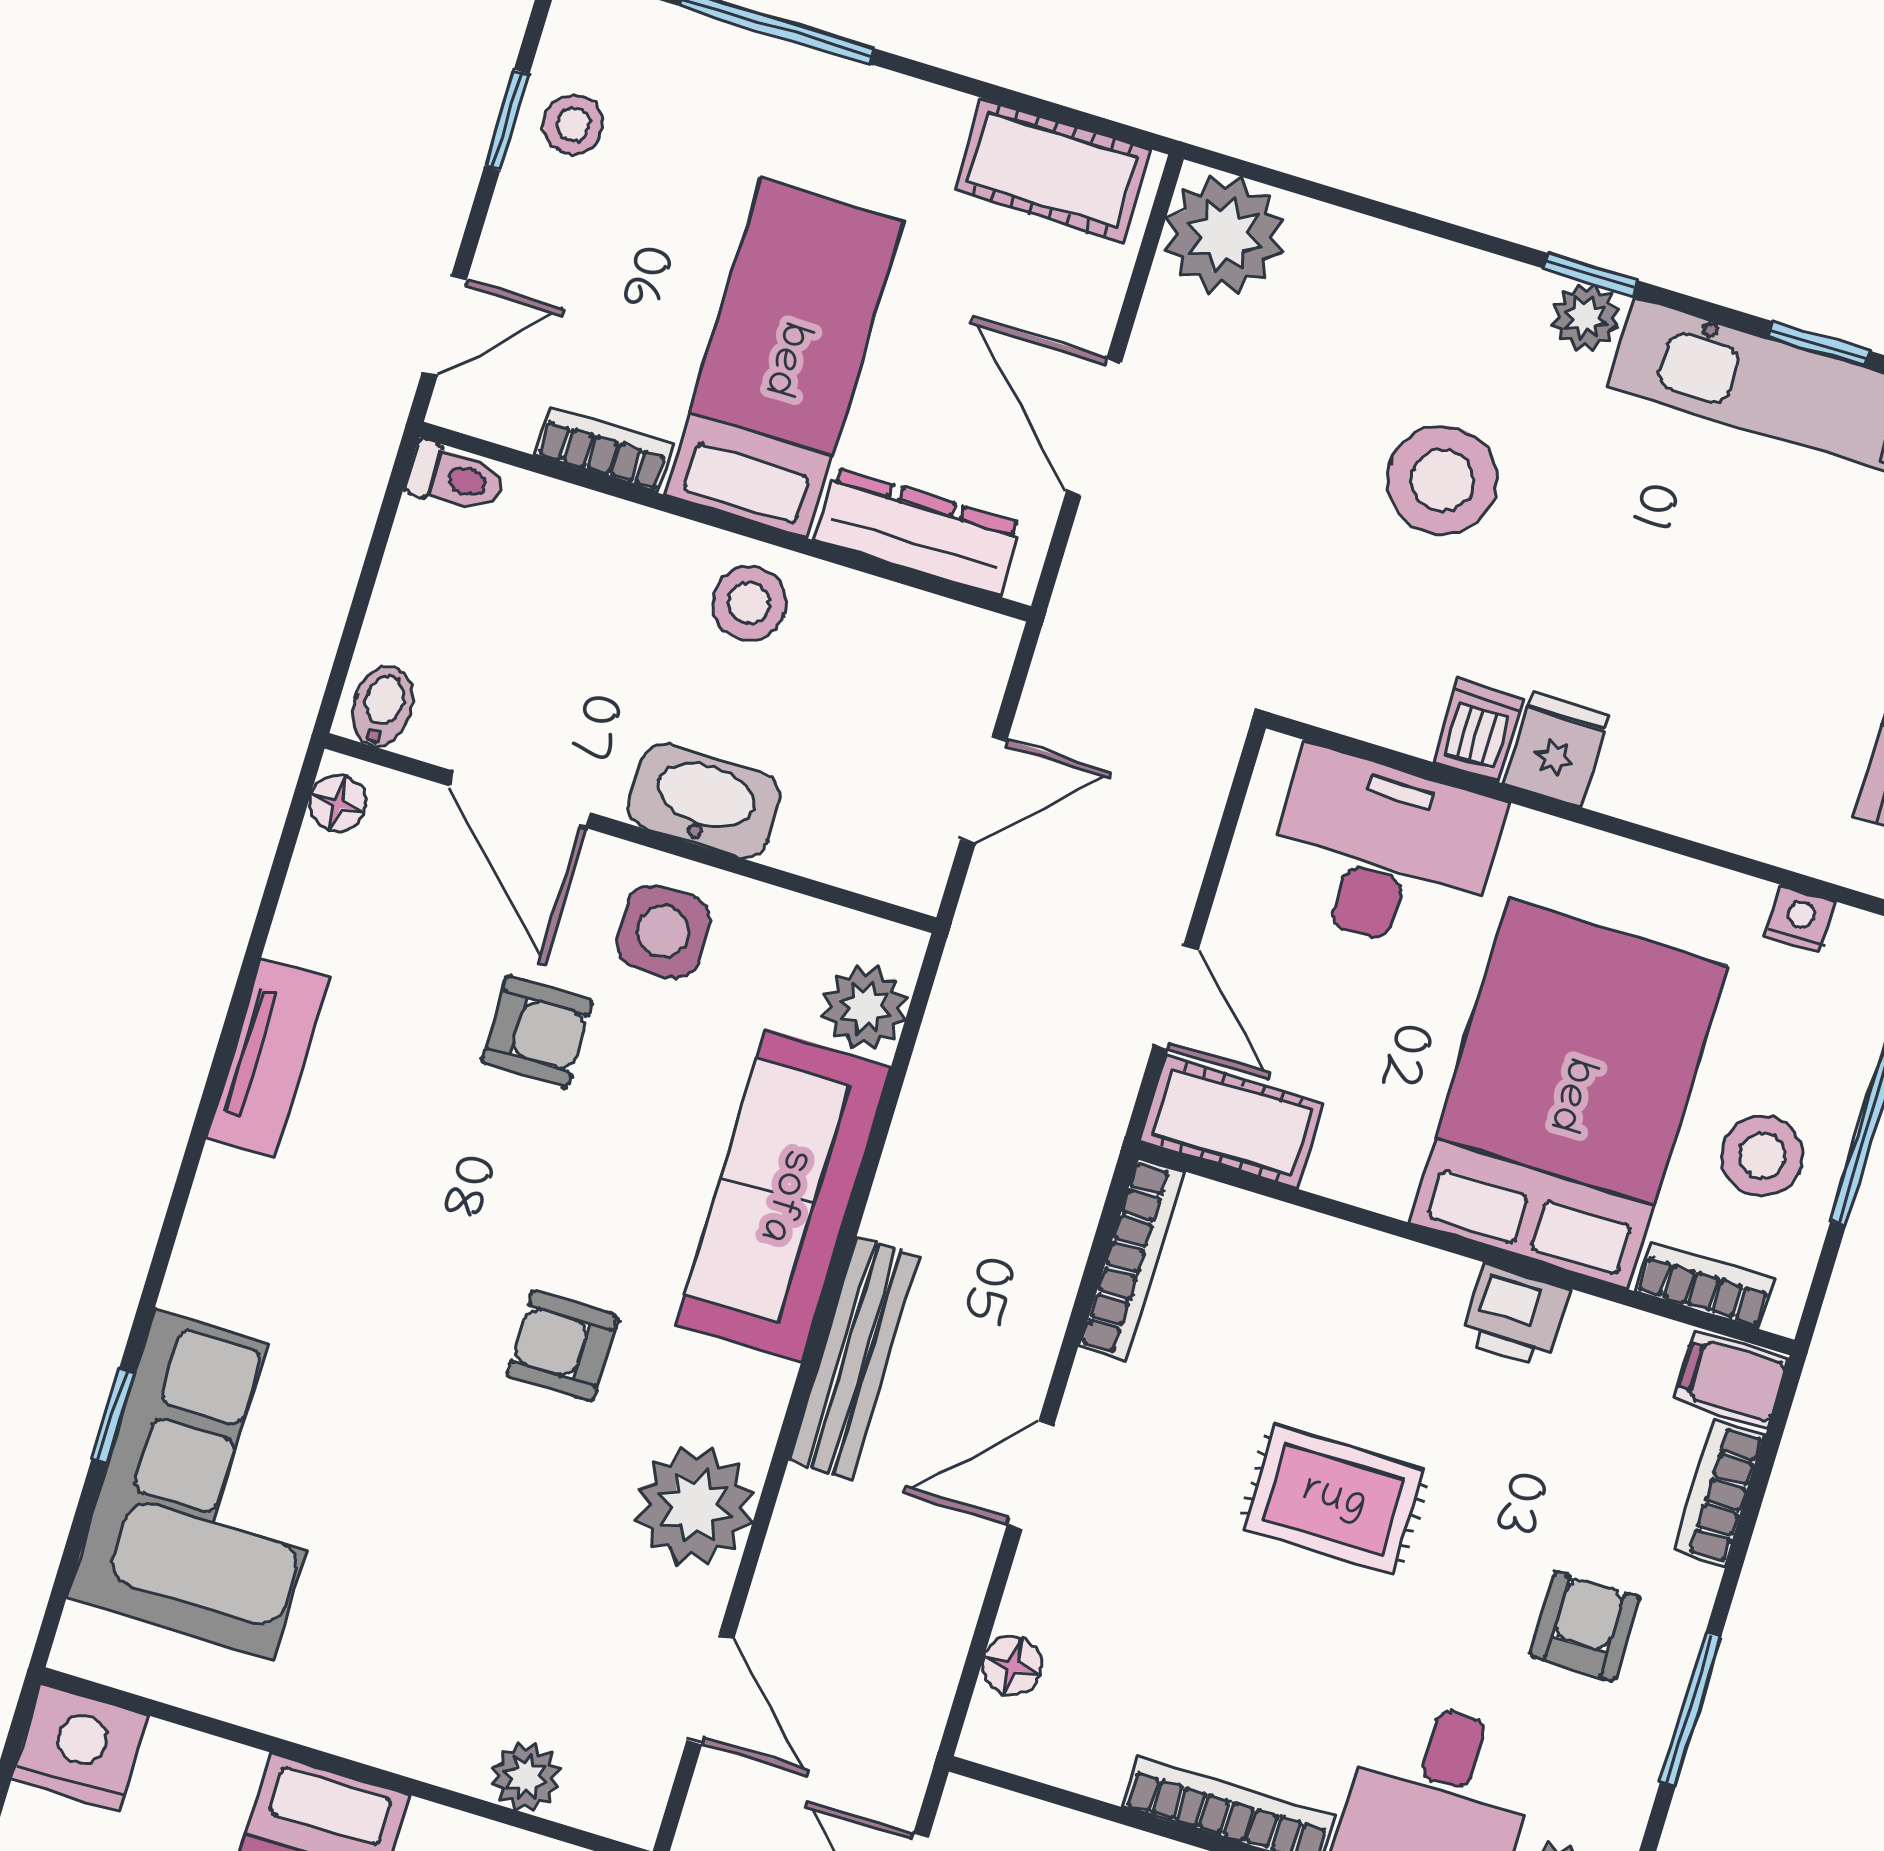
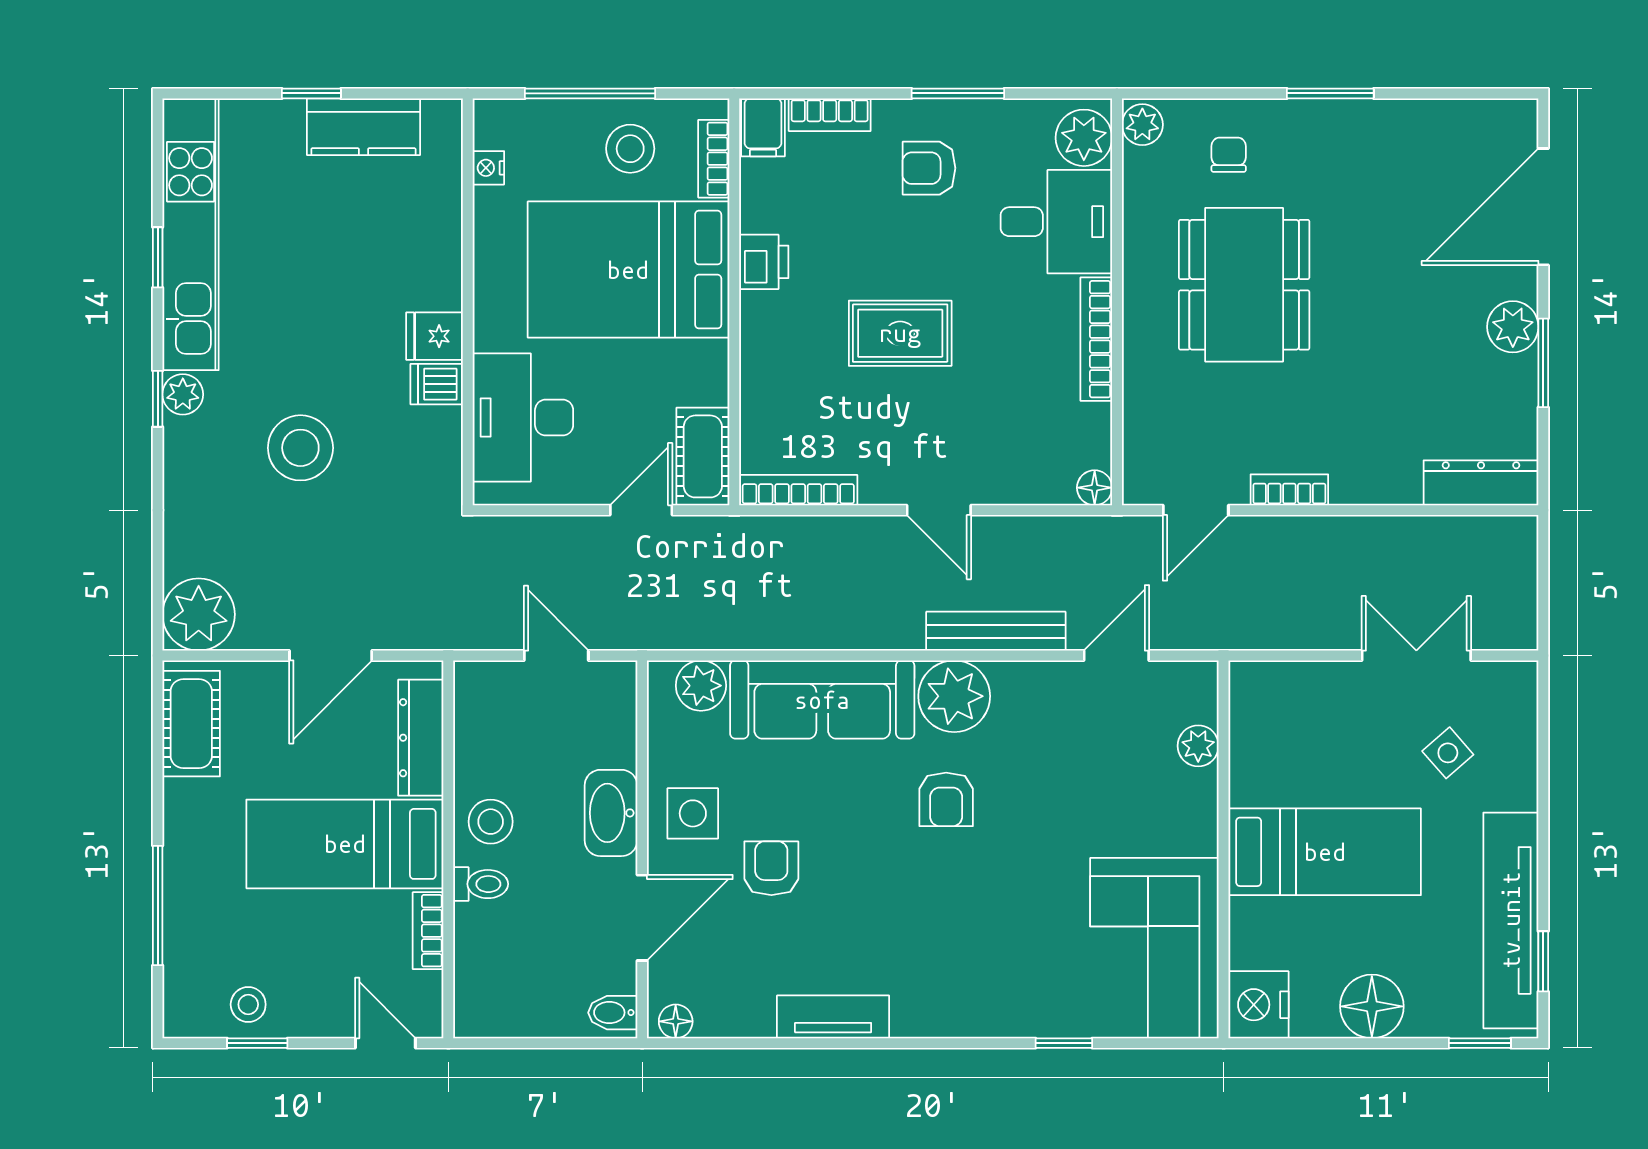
toilet: (455, 478) -> (481, 884), moved, turned 90
bench: (854, 1358) -> (996, 631), moved
corner sofa: (214, 1484) -> (1154, 948), moved, turned -90
rug: (1334, 1499) -> (900, 333), turned 90
plant: (695, 1506) -> (954, 696), moved
floor lamp: (1012, 1666) -> (1095, 488), moved

